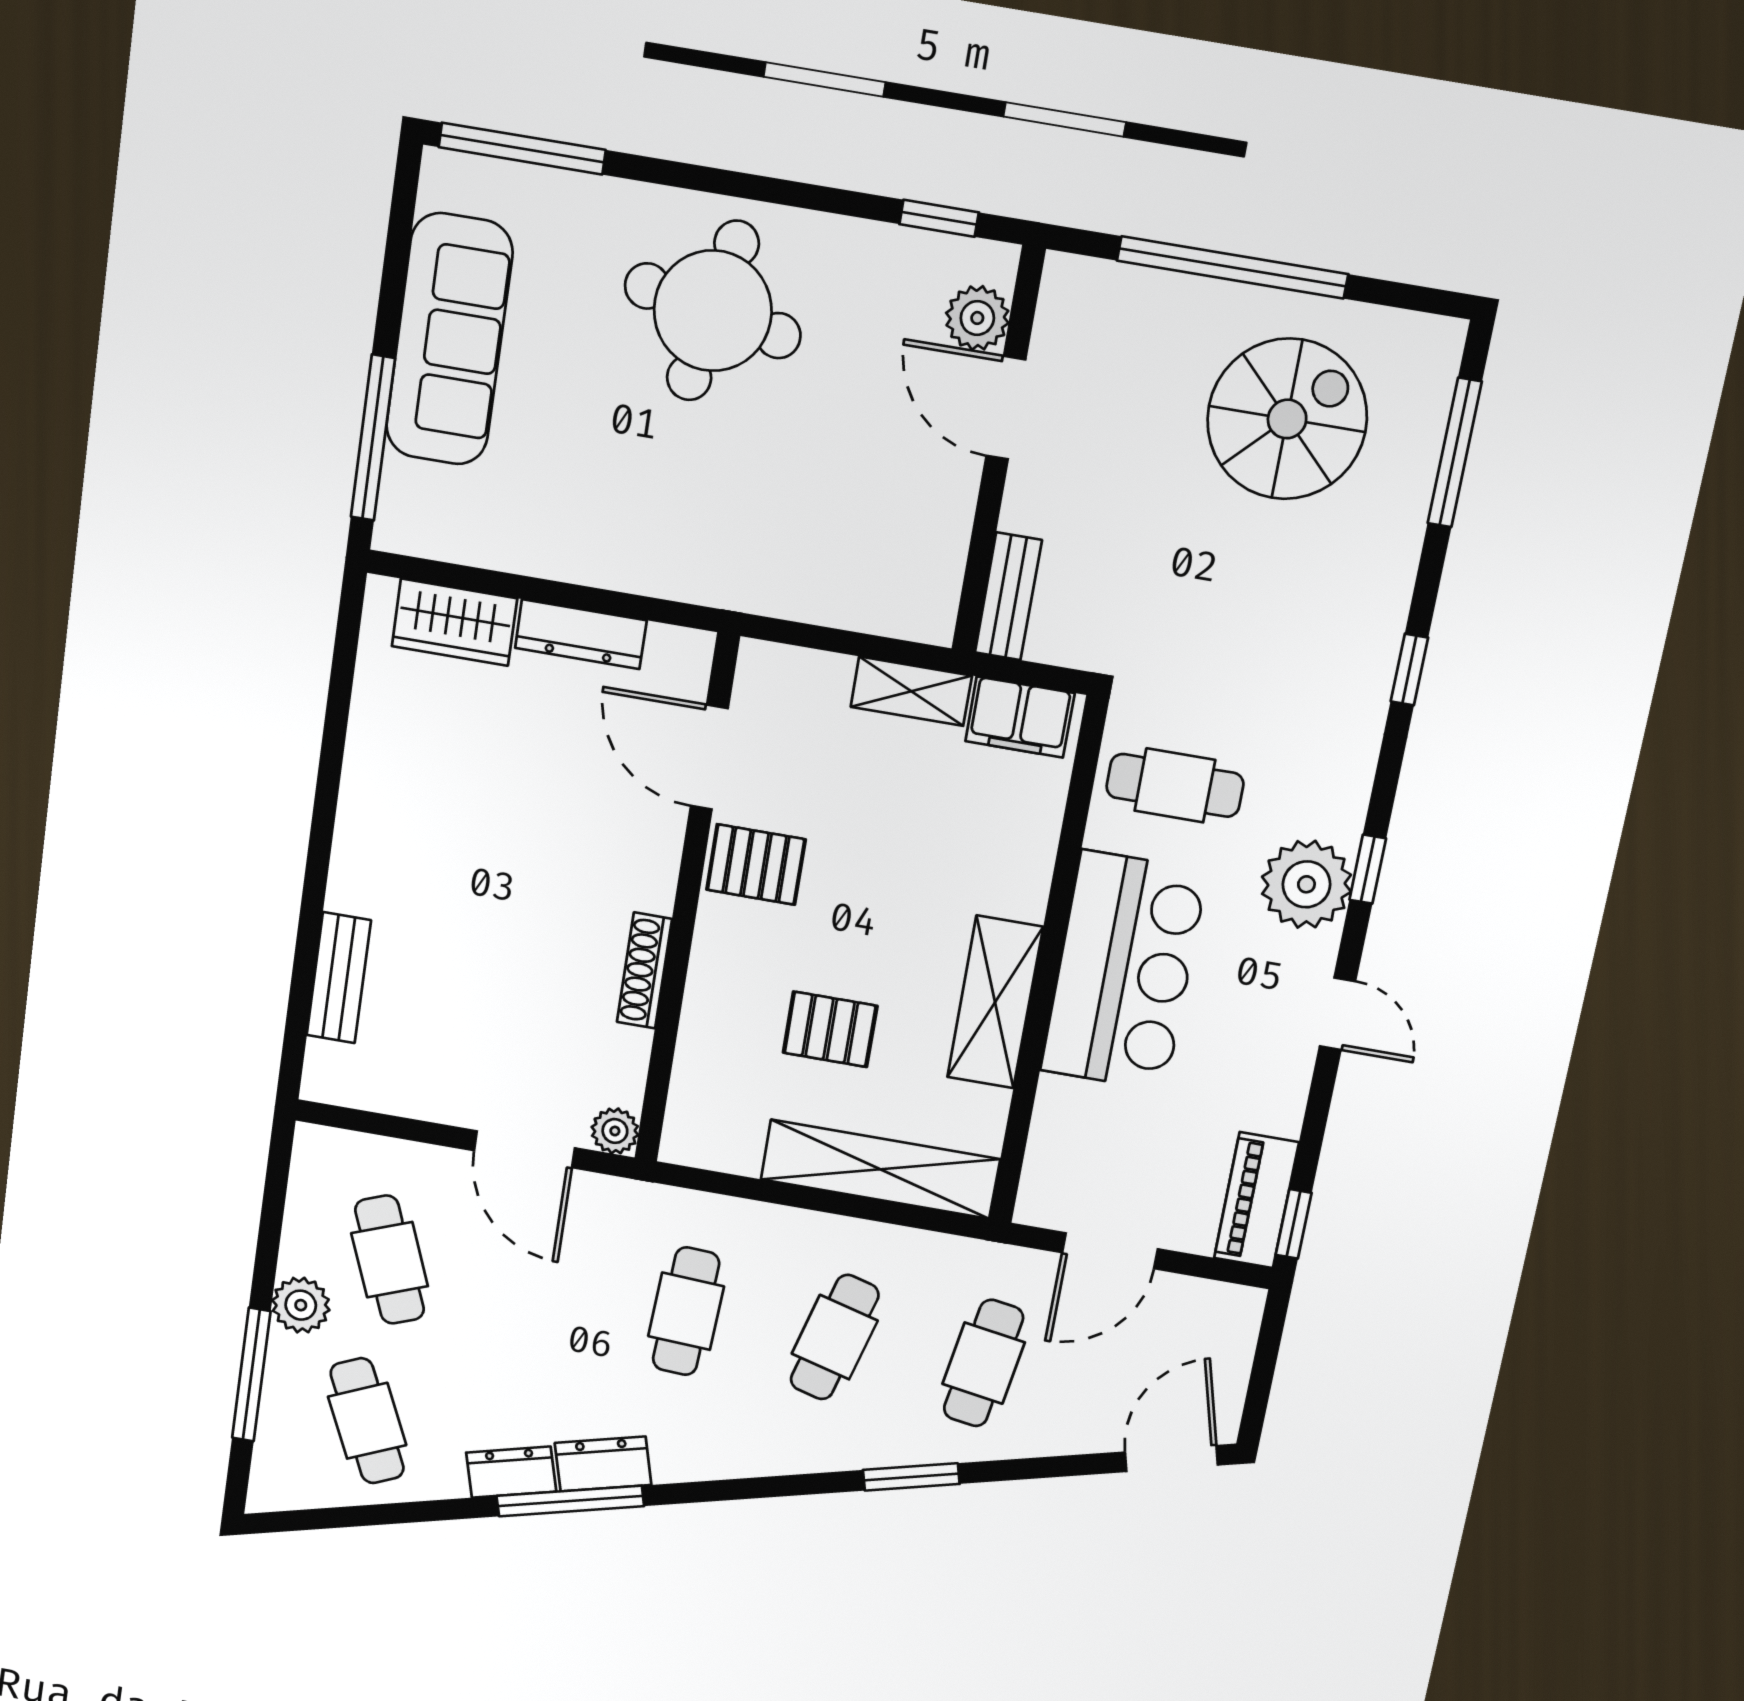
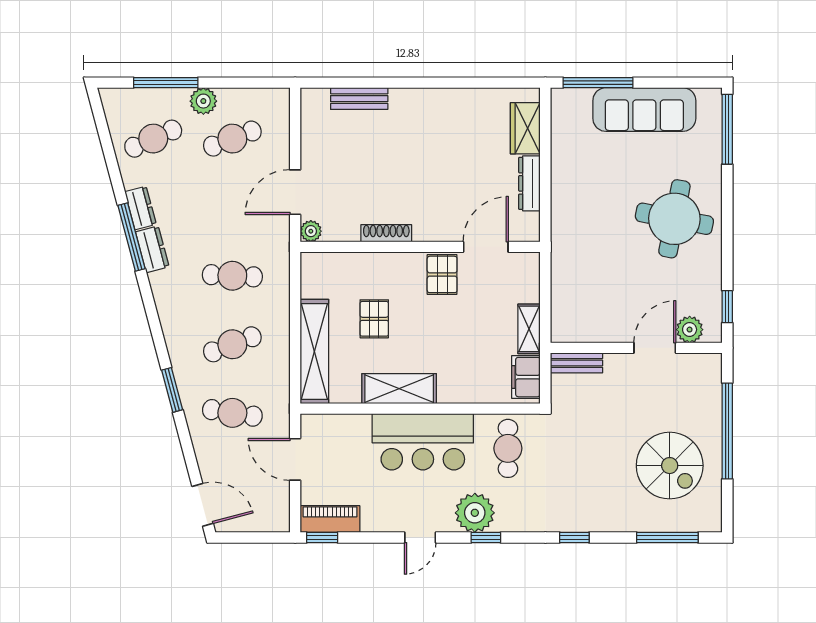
cafe table: (835, 1337) -> (232, 344), turned -36

